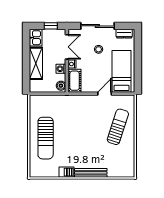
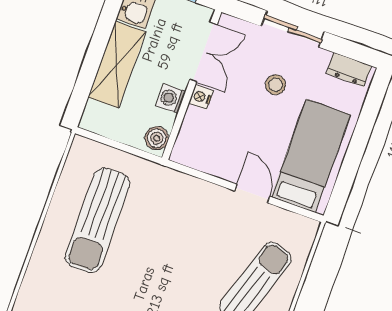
sliding door: (97, 26) -> (293, 29), width x0.73
cot: (75, 81) -> (193, 138), removed
door: (105, 94) -> (252, 194), hinge flipped
sun lounger: (46, 138) -> (98, 220), moved

